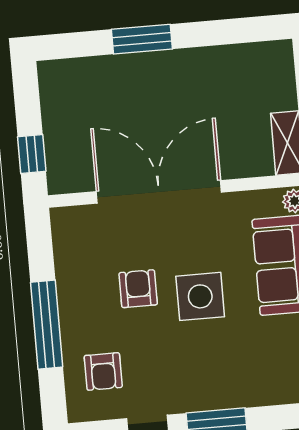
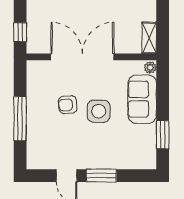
armchair: (138, 289) -> (68, 105), turned -94
armchair: (103, 371) -> (47, 145), removed

